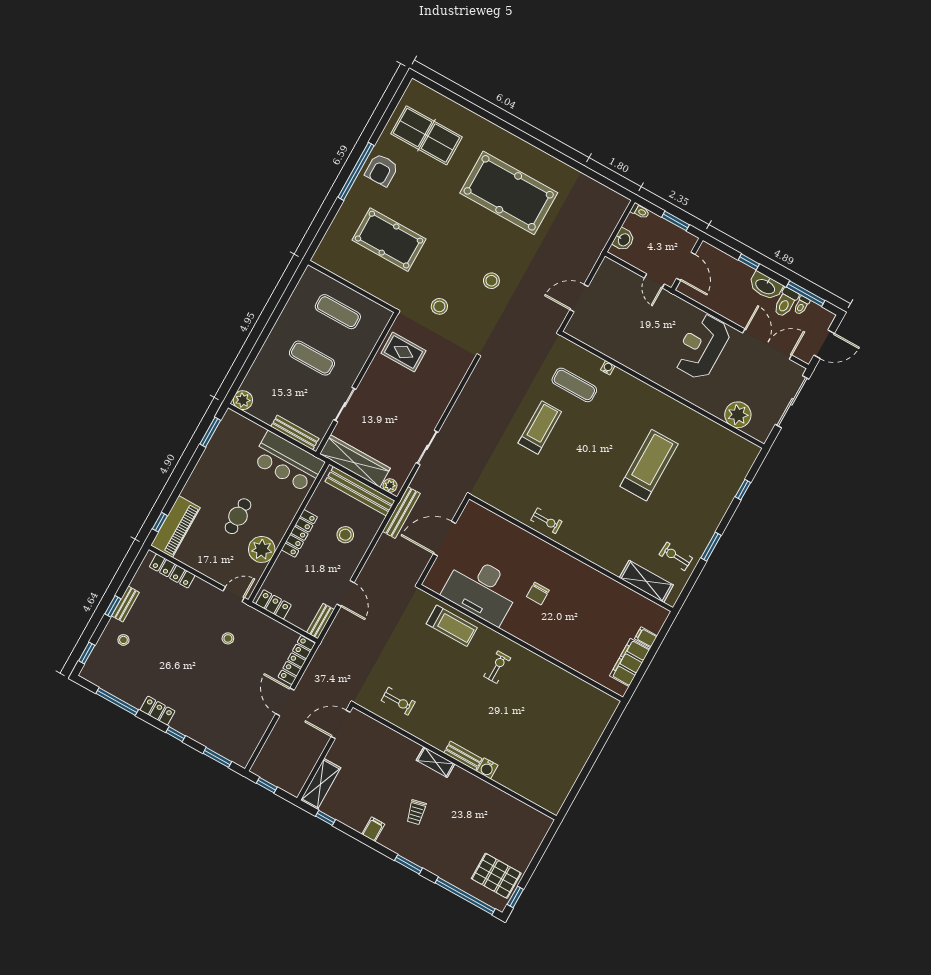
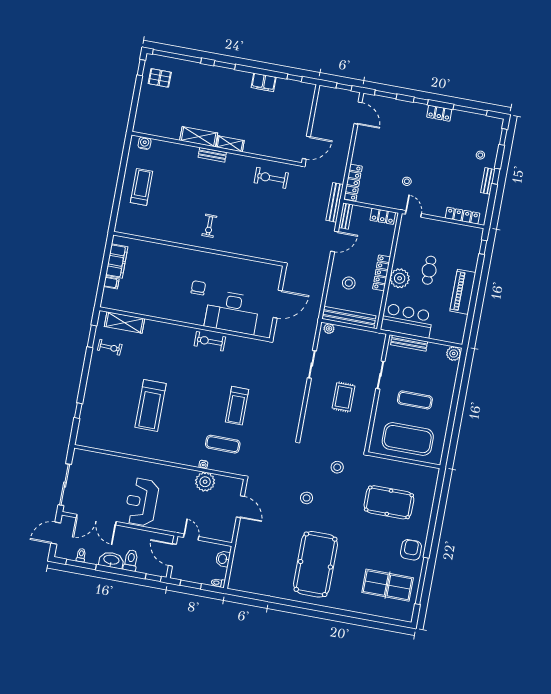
window: (356, 171) -> (422, 581), moved
pool table: (509, 193) -> (316, 564), turned 90
window: (749, 262) -> (153, 578), moved
door: (579, 298) -> (240, 507), hinge flipped
toilet: (786, 302) -> (131, 560), moved
exercise mat: (338, 312) -> (408, 439), width x2.00, depth x1.45
reception desk: (702, 347) -> (142, 502), turned 180
rug: (403, 352) -> (343, 397), moved, turned 90
plant: (738, 415) -> (205, 482), moved
window: (210, 432) -> (469, 323), removed
wardrobe: (355, 461) -> (360, 337), removed
bench: (401, 512) -> (335, 202), moved
exercise bike: (546, 521) -> (210, 341), width x1.38, depth x1.39
piano: (175, 527) -> (463, 292), moved
window: (711, 547) -> (92, 336), moved
plant: (262, 549) -> (400, 278), moved
desk: (481, 590) -> (232, 312), moved, turned 180
door: (346, 593) -> (334, 241), swing flipped
door: (234, 594) -> (413, 214), swing flipped
treadmill: (452, 626) -> (142, 187), moved, turned 90
exercise bike: (398, 701) -> (271, 178), width x1.38, depth x1.39
door: (285, 702) -> (358, 113), moved
water cooler: (487, 768) -> (145, 143), moved
shelving: (321, 784) -> (199, 137), moved, turned 90
trolley: (416, 812) -> (232, 104), removed
filing cabinet: (373, 829) -> (264, 82), width x2.00
pallet: (496, 876) -> (160, 78), width x0.67, depth x0.71

